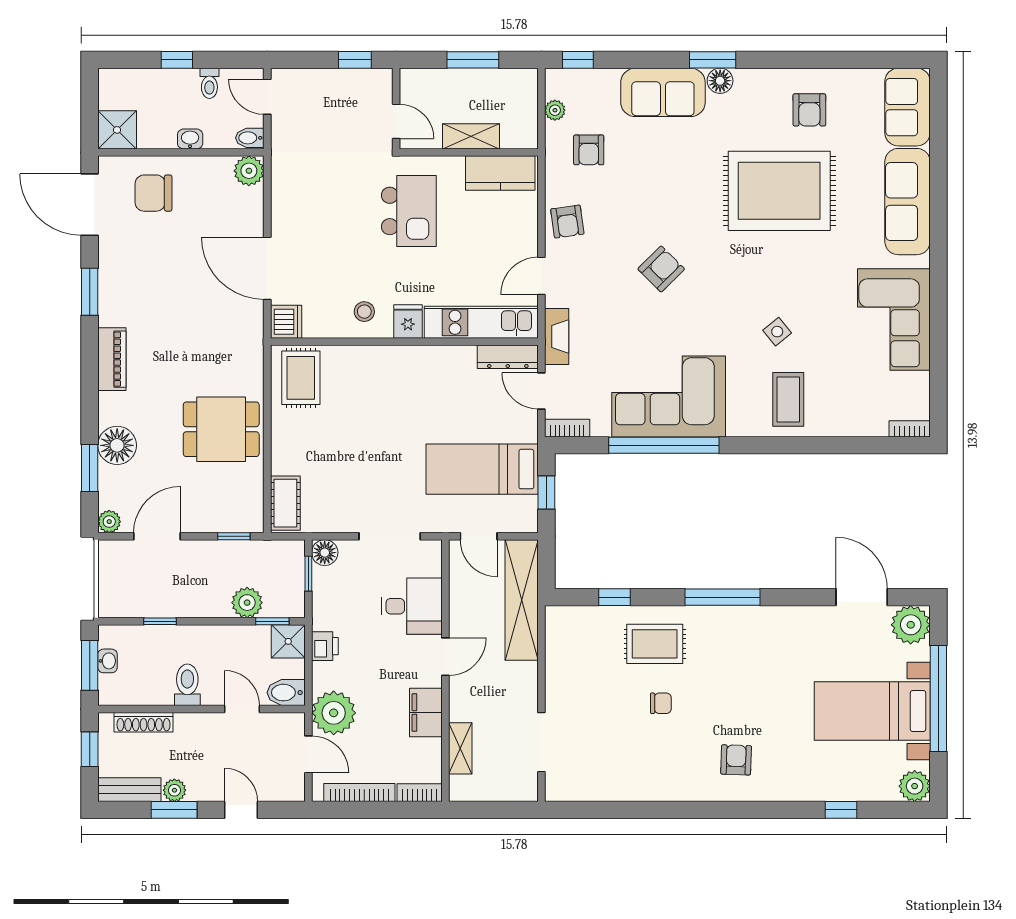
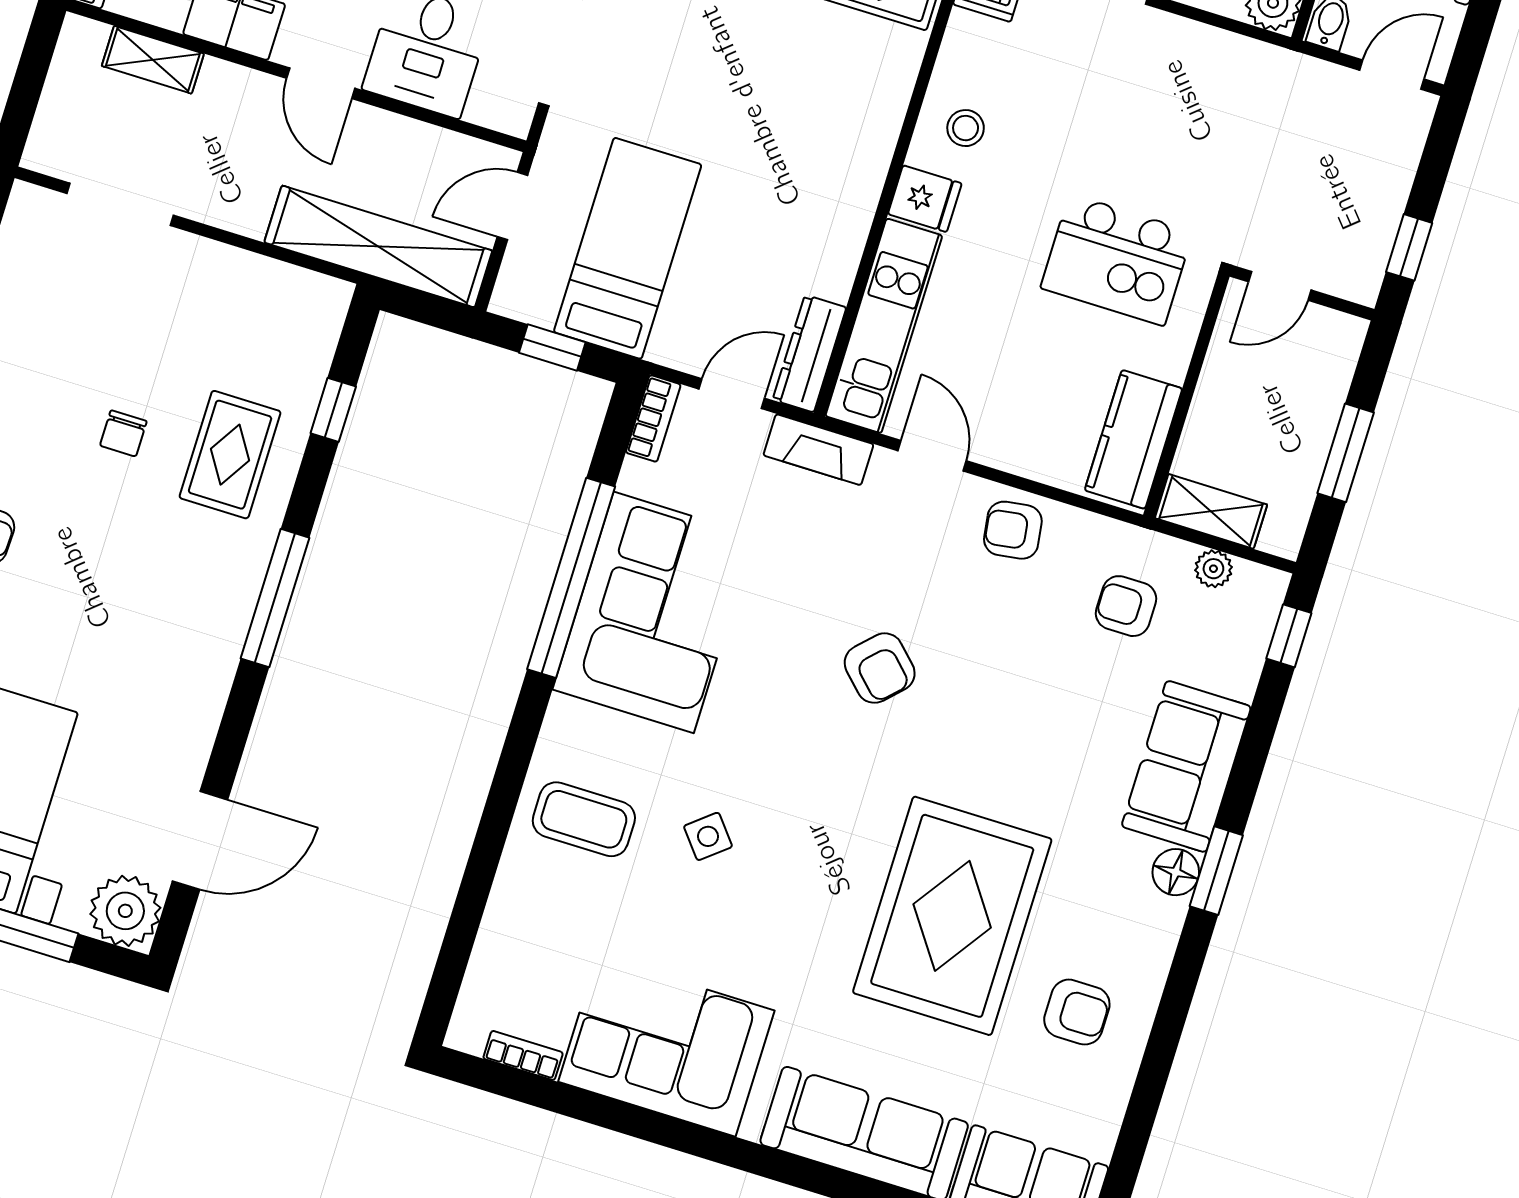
armchair: (809, 110) -> (1077, 1012), turned 180
shelving: (471, 136) -> (1211, 511), moved, turned 90
bookcase: (910, 429) -> (523, 1055), moved, turned -90

